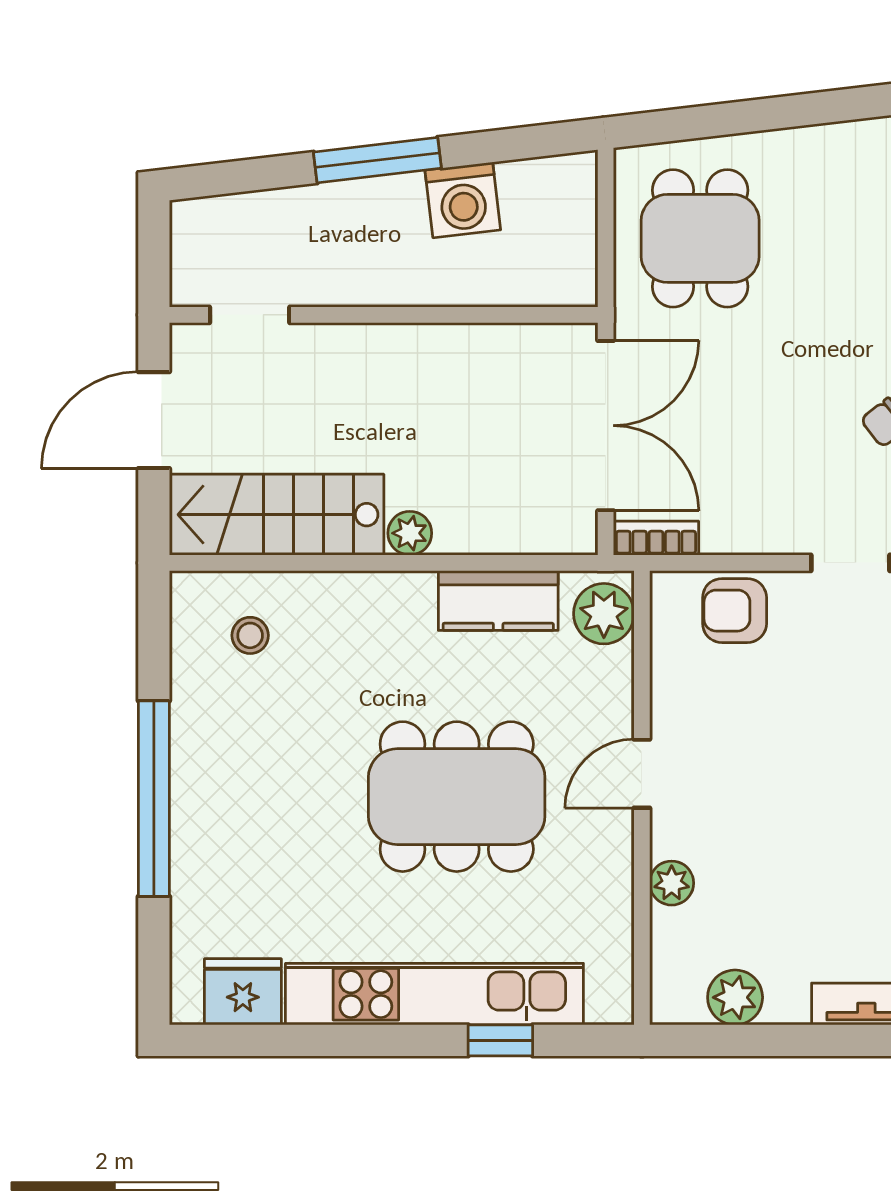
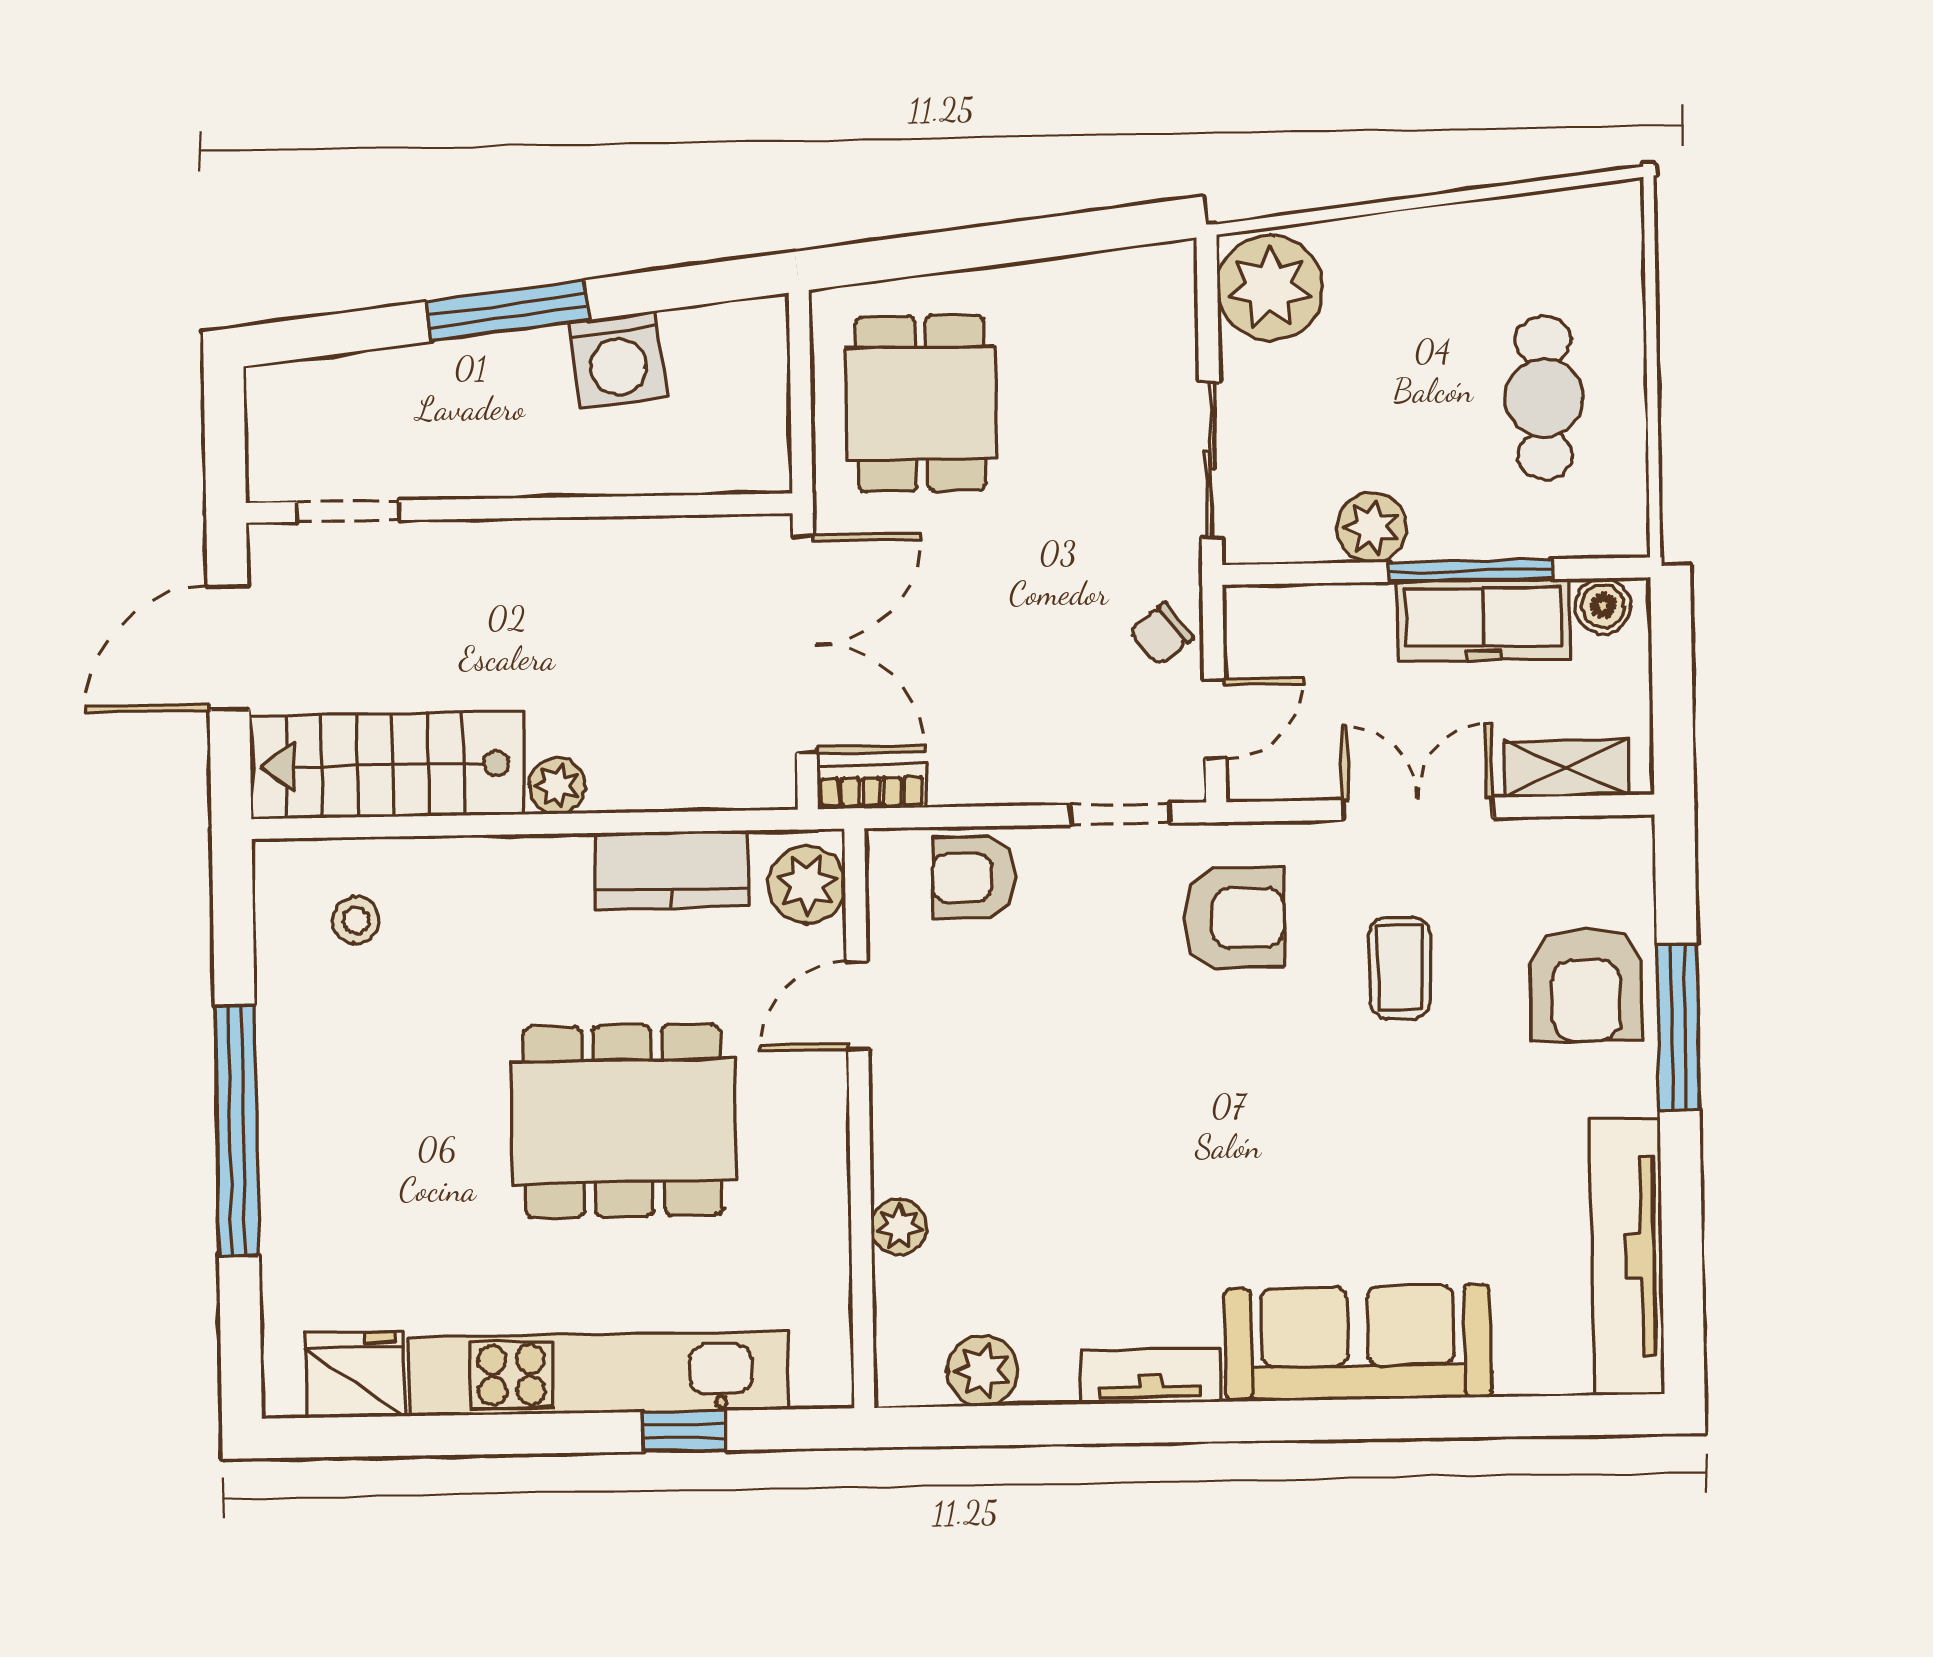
door: (642, 774) -> (857, 1005), moved

